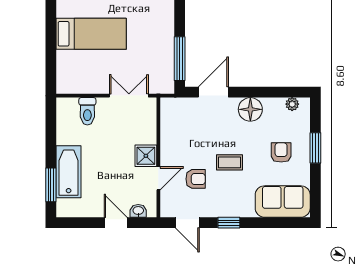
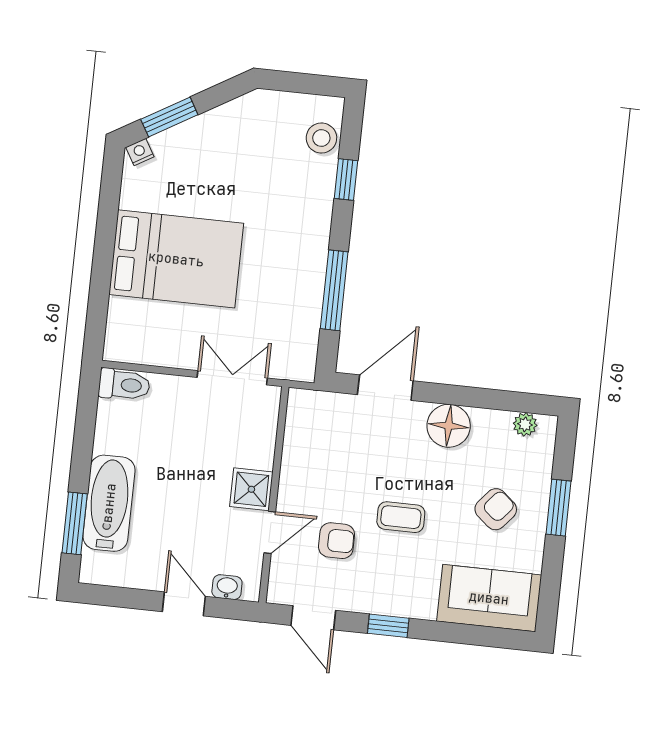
bed: (91, 34) -> (176, 259), width x1.50
window: (180, 59) -> (334, 290), moved
toilet: (87, 111) -> (124, 385), moved, turned -90
armchair: (281, 152) -> (496, 509), turned 40

